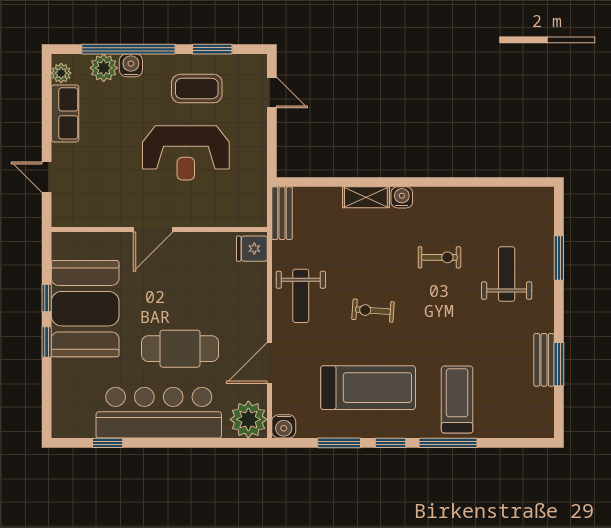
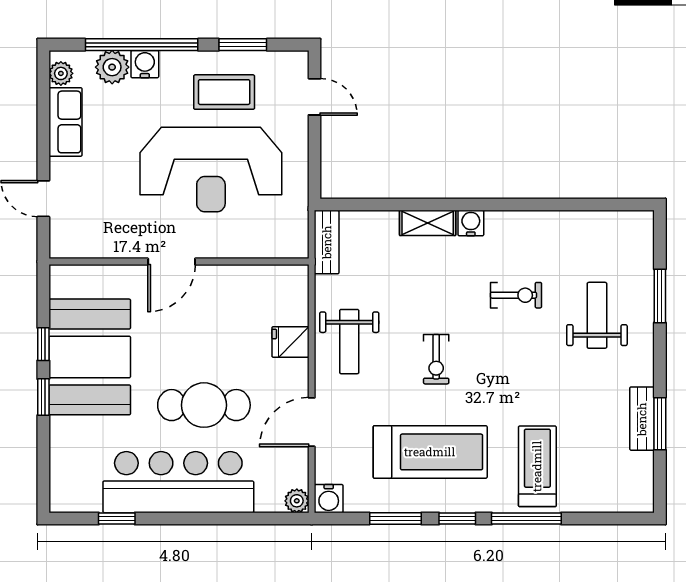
reception desk: (186, 153) -> (211, 169), width x1.36, depth x1.30
fridge: (252, 249) -> (290, 342), moved
exercise bike: (373, 311) -> (436, 359), turned -94
plant: (248, 419) -> (297, 501), width x0.53, depth x0.53

